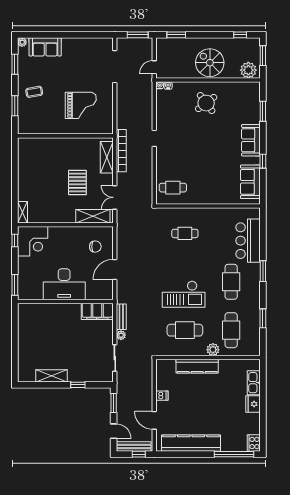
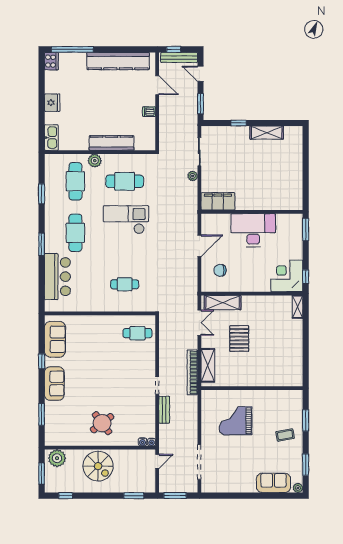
bench: (121, 317) -> (164, 410), moved
kitchen sink: (254, 383) -> (51, 138), moved

